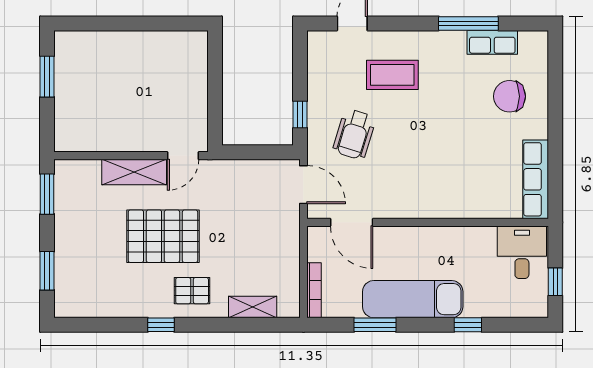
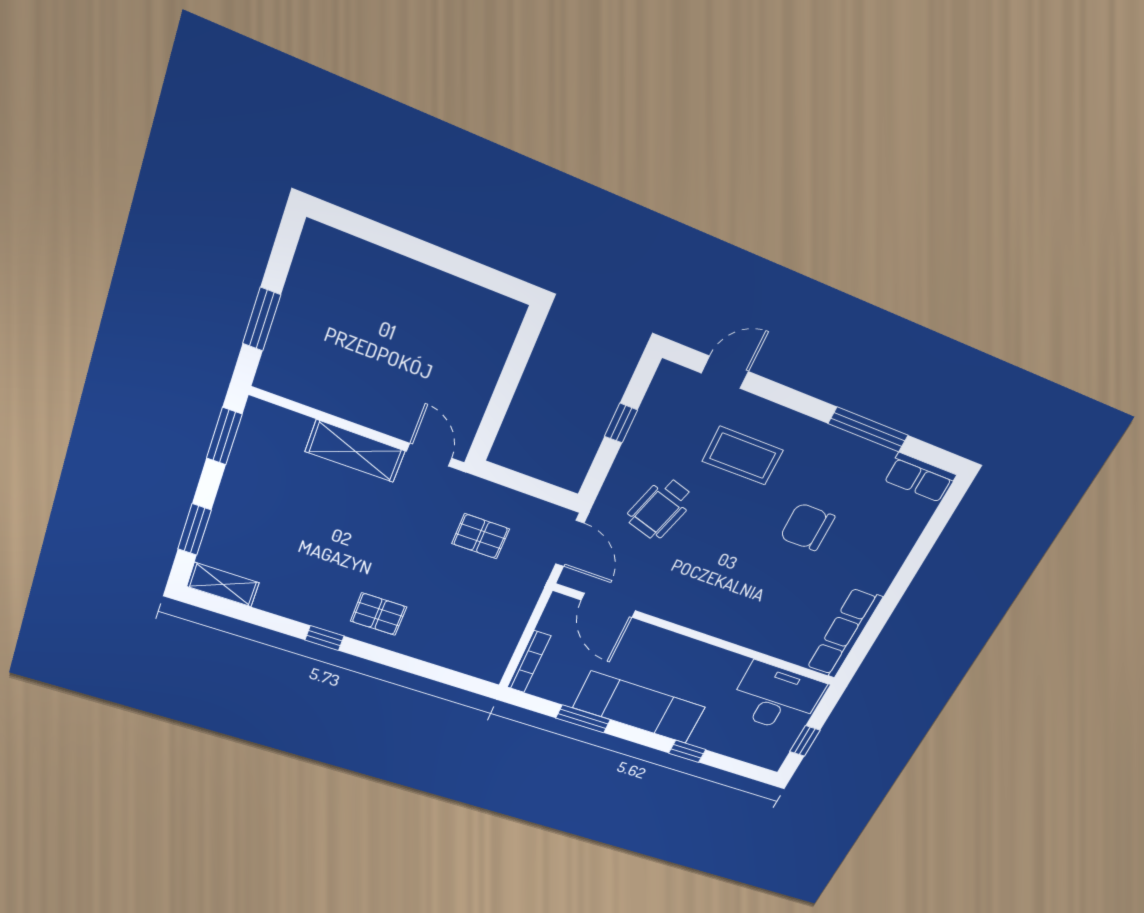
row of seats: (492, 42) -> (920, 478), moved
window: (47, 77) -> (262, 319), moved
chair: (509, 96) -> (807, 527), moved
window: (300, 115) -> (621, 423), moved
door: (183, 156) -> (429, 455), swing flipped
pallet: (163, 236) -> (481, 536), moved, width x0.49, depth x0.50
desk: (522, 252) -> (776, 698), width x1.37
shelving: (253, 307) -> (223, 585), moved

